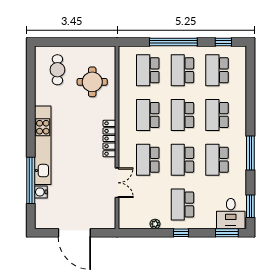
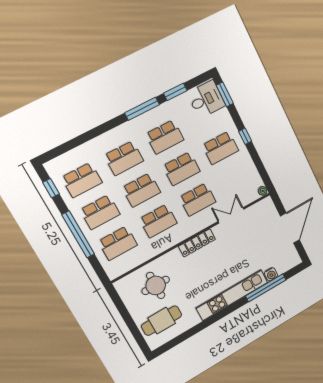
cafe table: (57, 70) -> (162, 321), width x1.37, depth x1.35
window: (250, 206) -> (175, 92), moved
plant: (155, 224) -> (263, 191), moved

